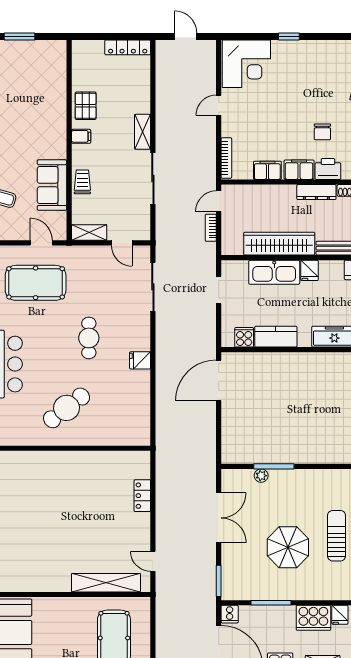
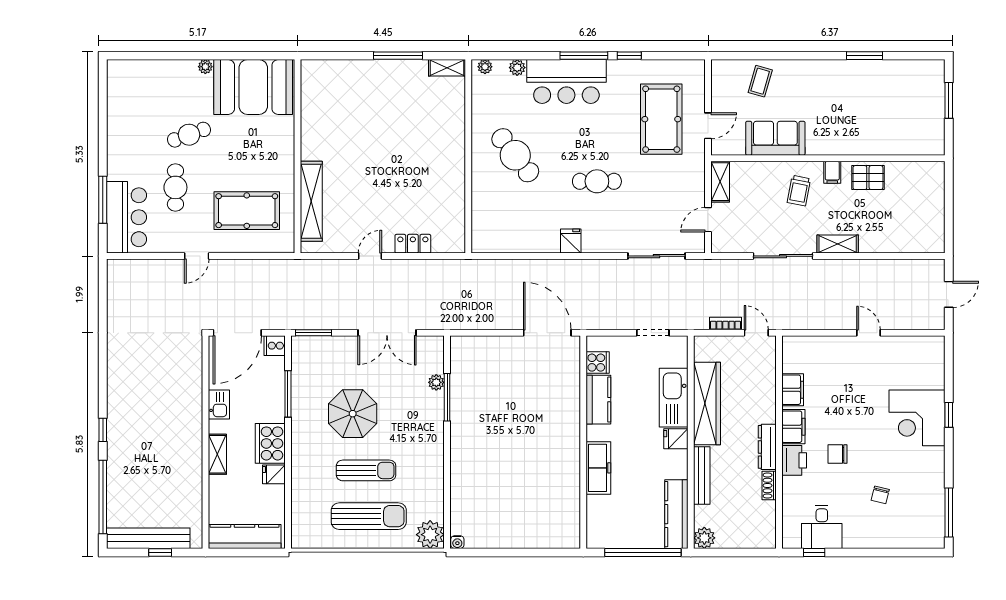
locker: (128, 47) -> (936, 227), removed
corner desk: (246, 64) -> (917, 418), moved
bookcase: (226, 158) -> (807, 342), removed
trolley: (82, 182) -> (799, 191), moved, turned 101
door: (153, 561) -> (370, 256), moved

